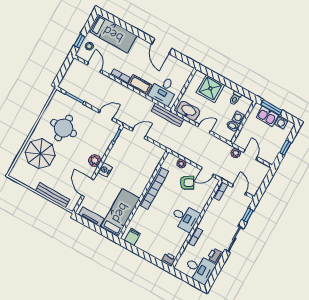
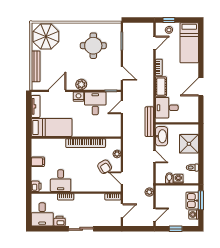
door: (139, 134) -> (122, 107), swing flipped
parasol: (40, 154) -> (46, 37), moved
door: (251, 155) -> (155, 215), moved
desk: (121, 157) -> (95, 103), added
window: (248, 215) -> (106, 229), removed
desk: (185, 218) -> (61, 181), moved
filing cabinet: (132, 237) -> (38, 162), moved

